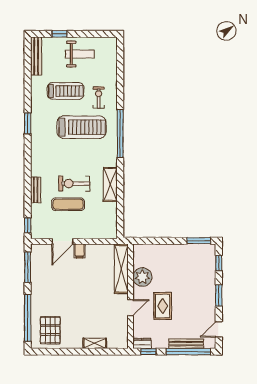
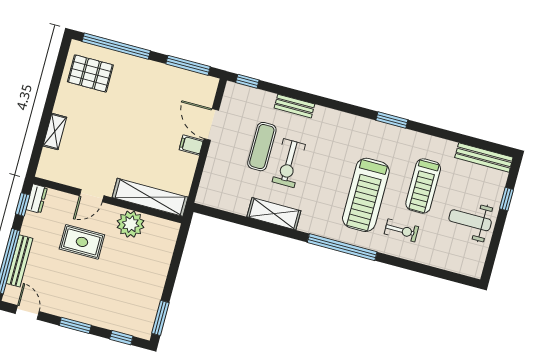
weight bench: (80, 54) -> (470, 220), turned 90
exercise bike: (74, 184) -> (289, 163), turned 180
door: (131, 308) -> (92, 196), hinge flipped

